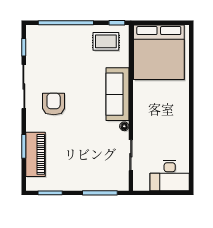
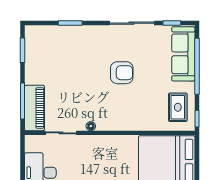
sofa: (117, 94) -> (183, 54), moved, turned -90
armchair: (54, 104) -> (122, 73), moved
piano: (35, 154) -> (34, 108), moved, turned -90

